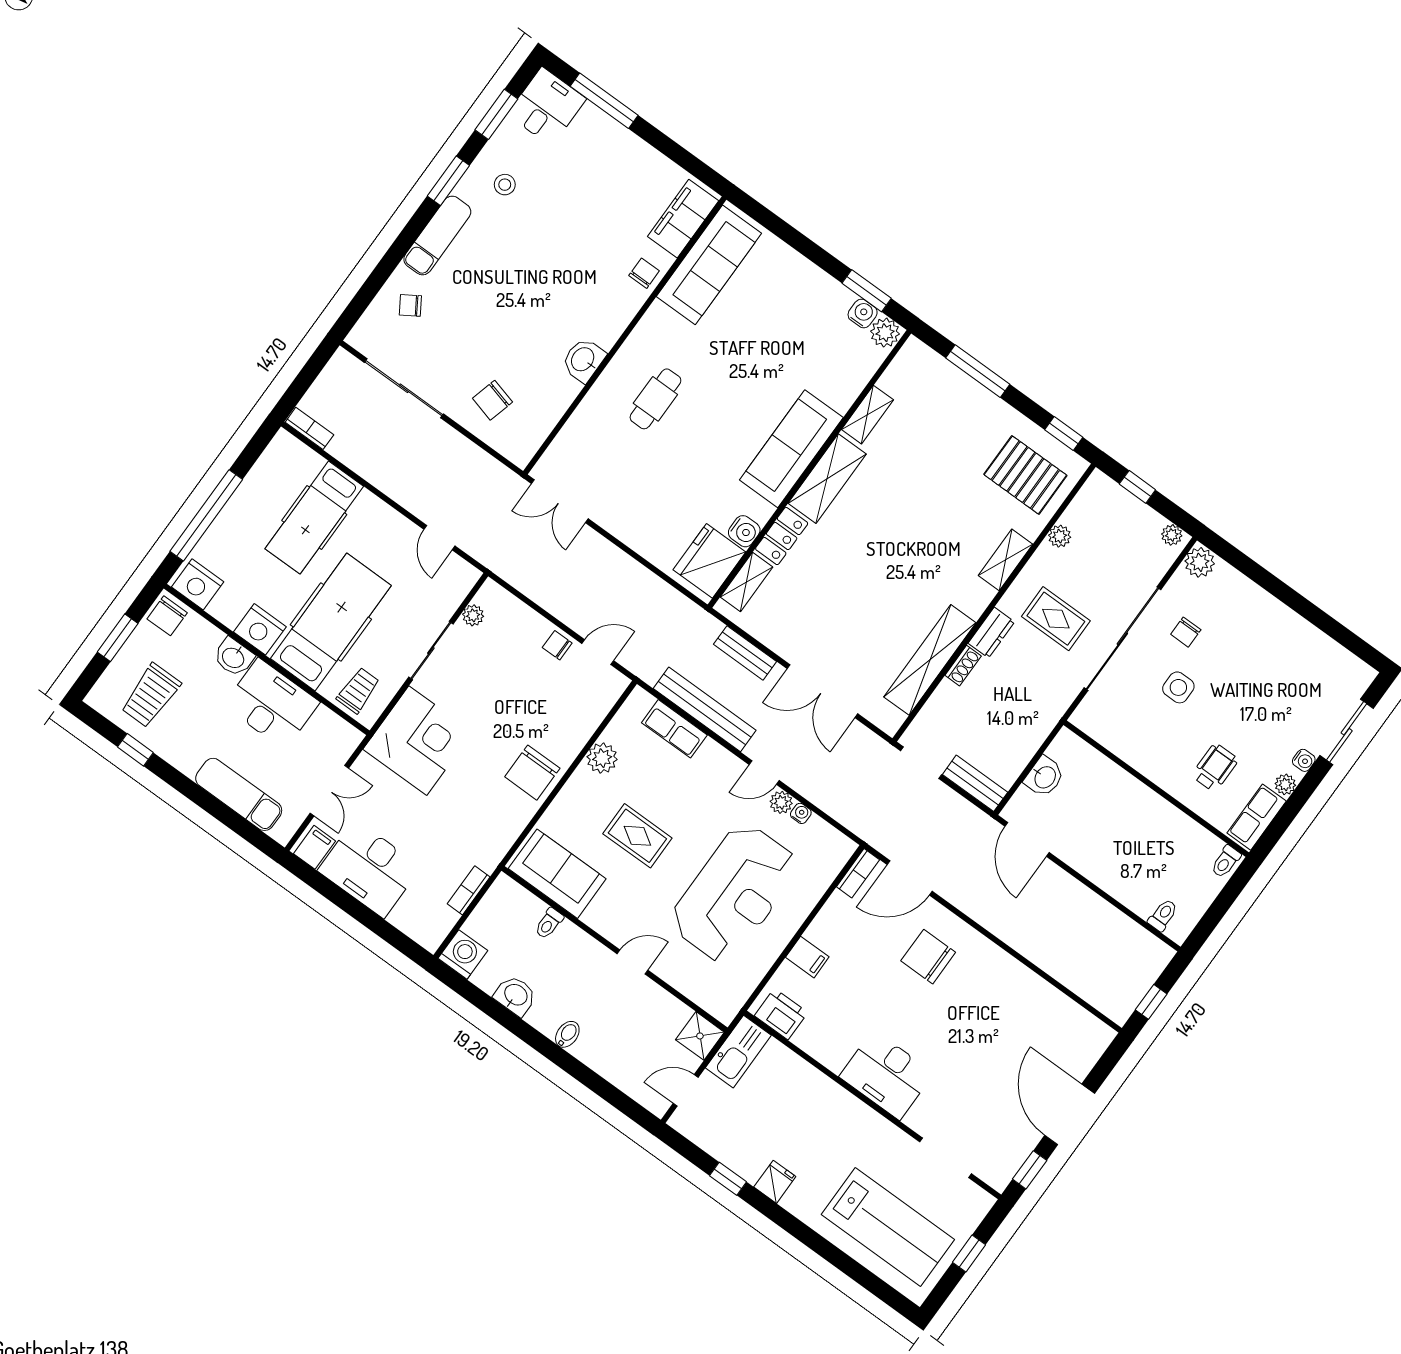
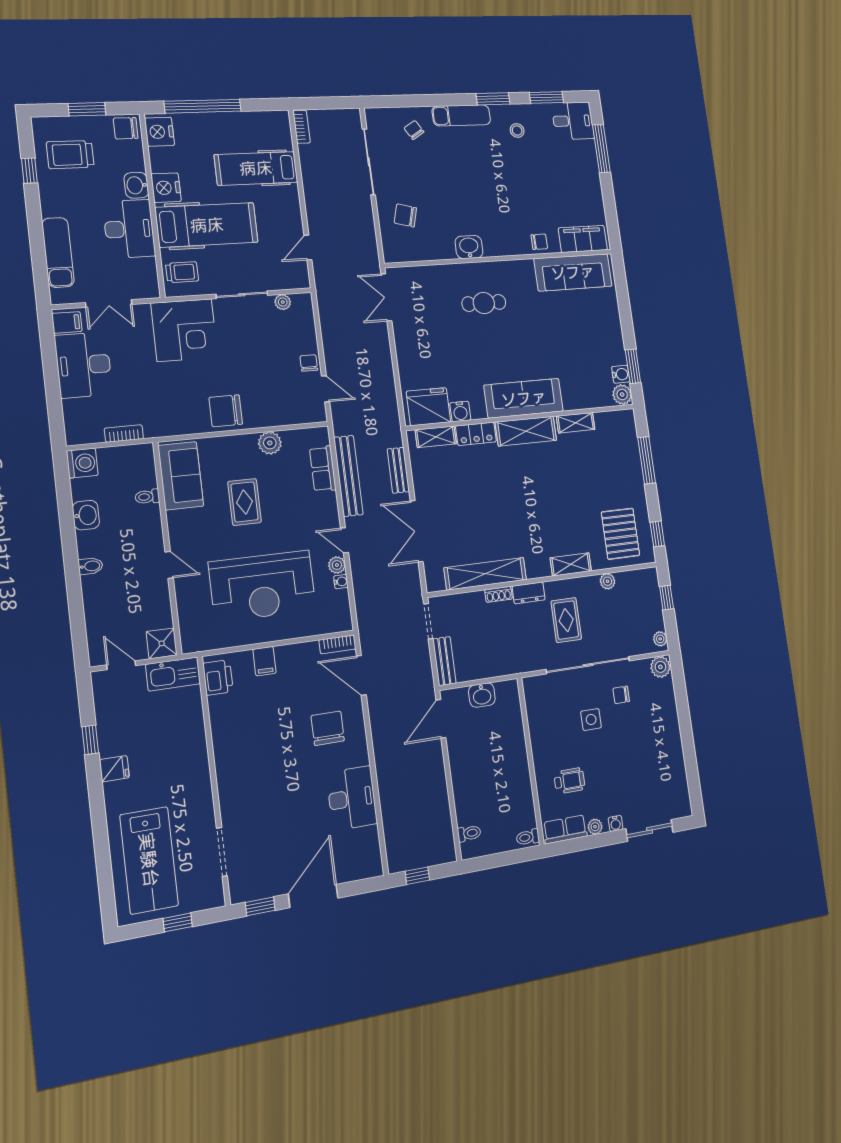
desk: (886, 1075) -> (352, 798), moved, turned 180

